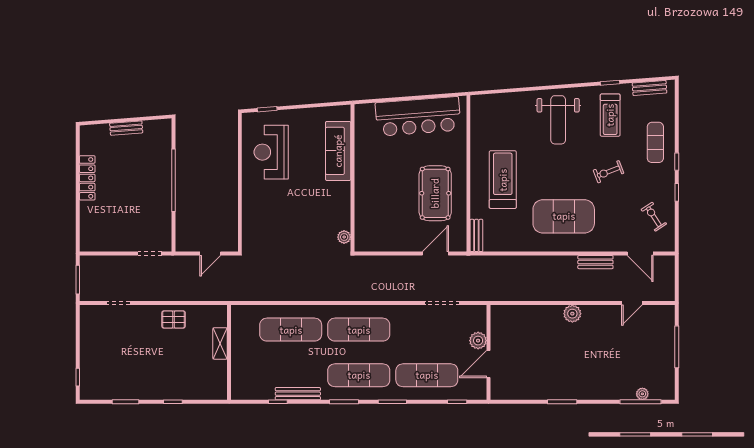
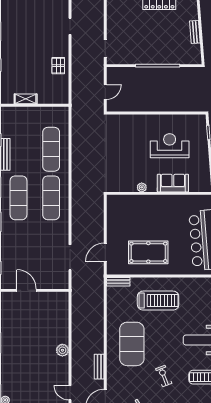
sofa: (338, 151) -> (173, 183), width x0.73
reception desk: (271, 152) -> (170, 146), moved
plant: (344, 237) -> (142, 187), moved
door: (210, 254) -> (105, 92), swing flipped
door: (435, 254) -> (105, 252), swing flipped
plant: (478, 341) -> (43, 283), removed
shelving: (220, 343) -> (26, 99), moved
exercise mat: (427, 375) -> (18, 246), removed

